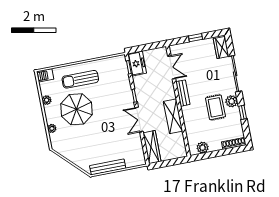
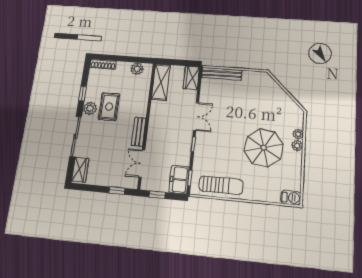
window: (196, 38) -> (117, 191), moved
window: (151, 46) -> (157, 195), added
sun lounger: (80, 79) -> (221, 185), moved
plant: (47, 100) -> (297, 146), moved
shelving: (173, 116) -> (161, 82), moved
wardrobe: (152, 147) -> (191, 78), width x0.67
bench: (108, 167) -> (222, 74), moved

